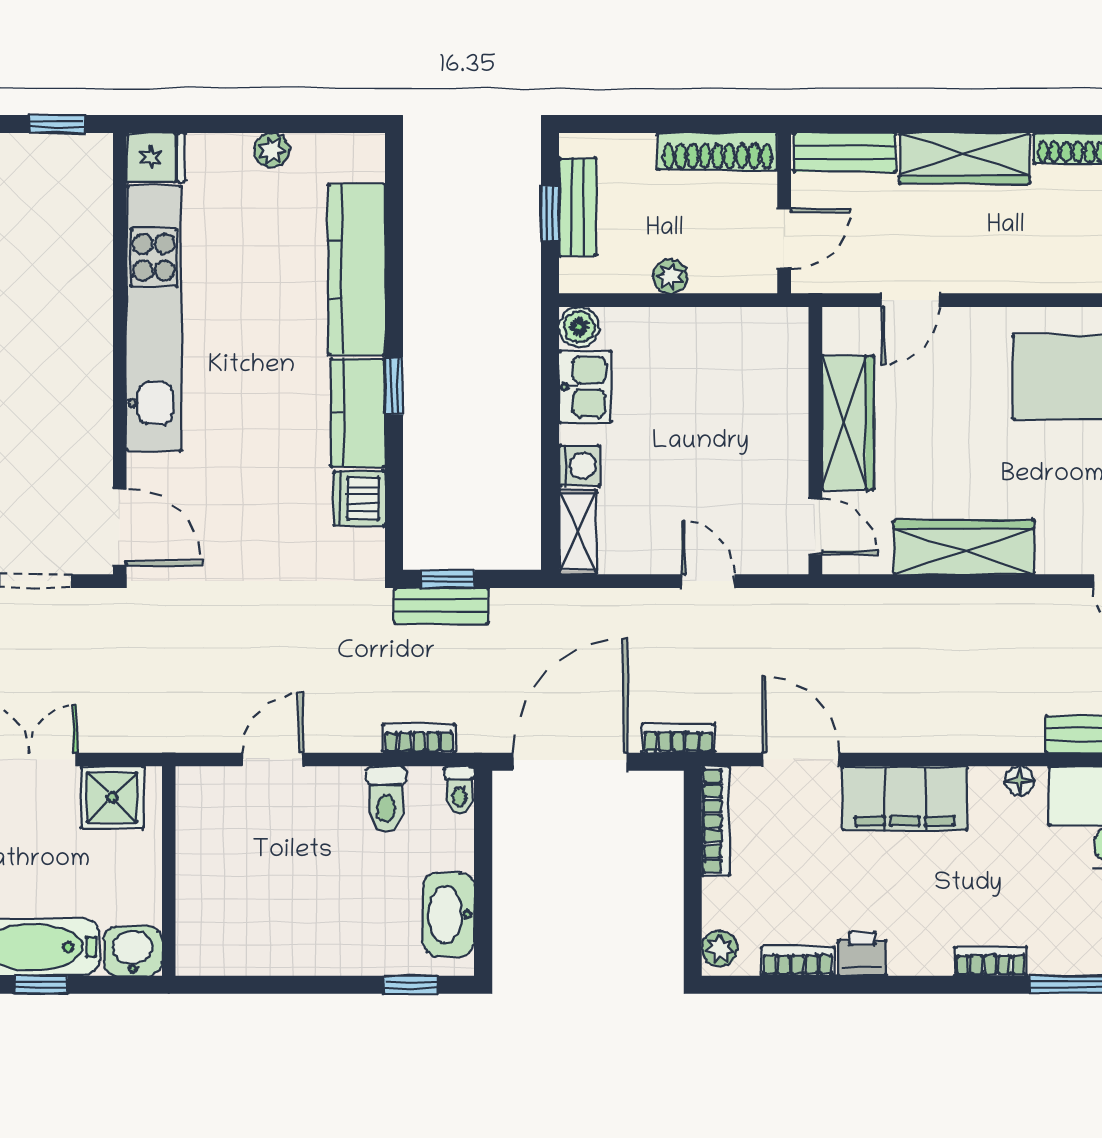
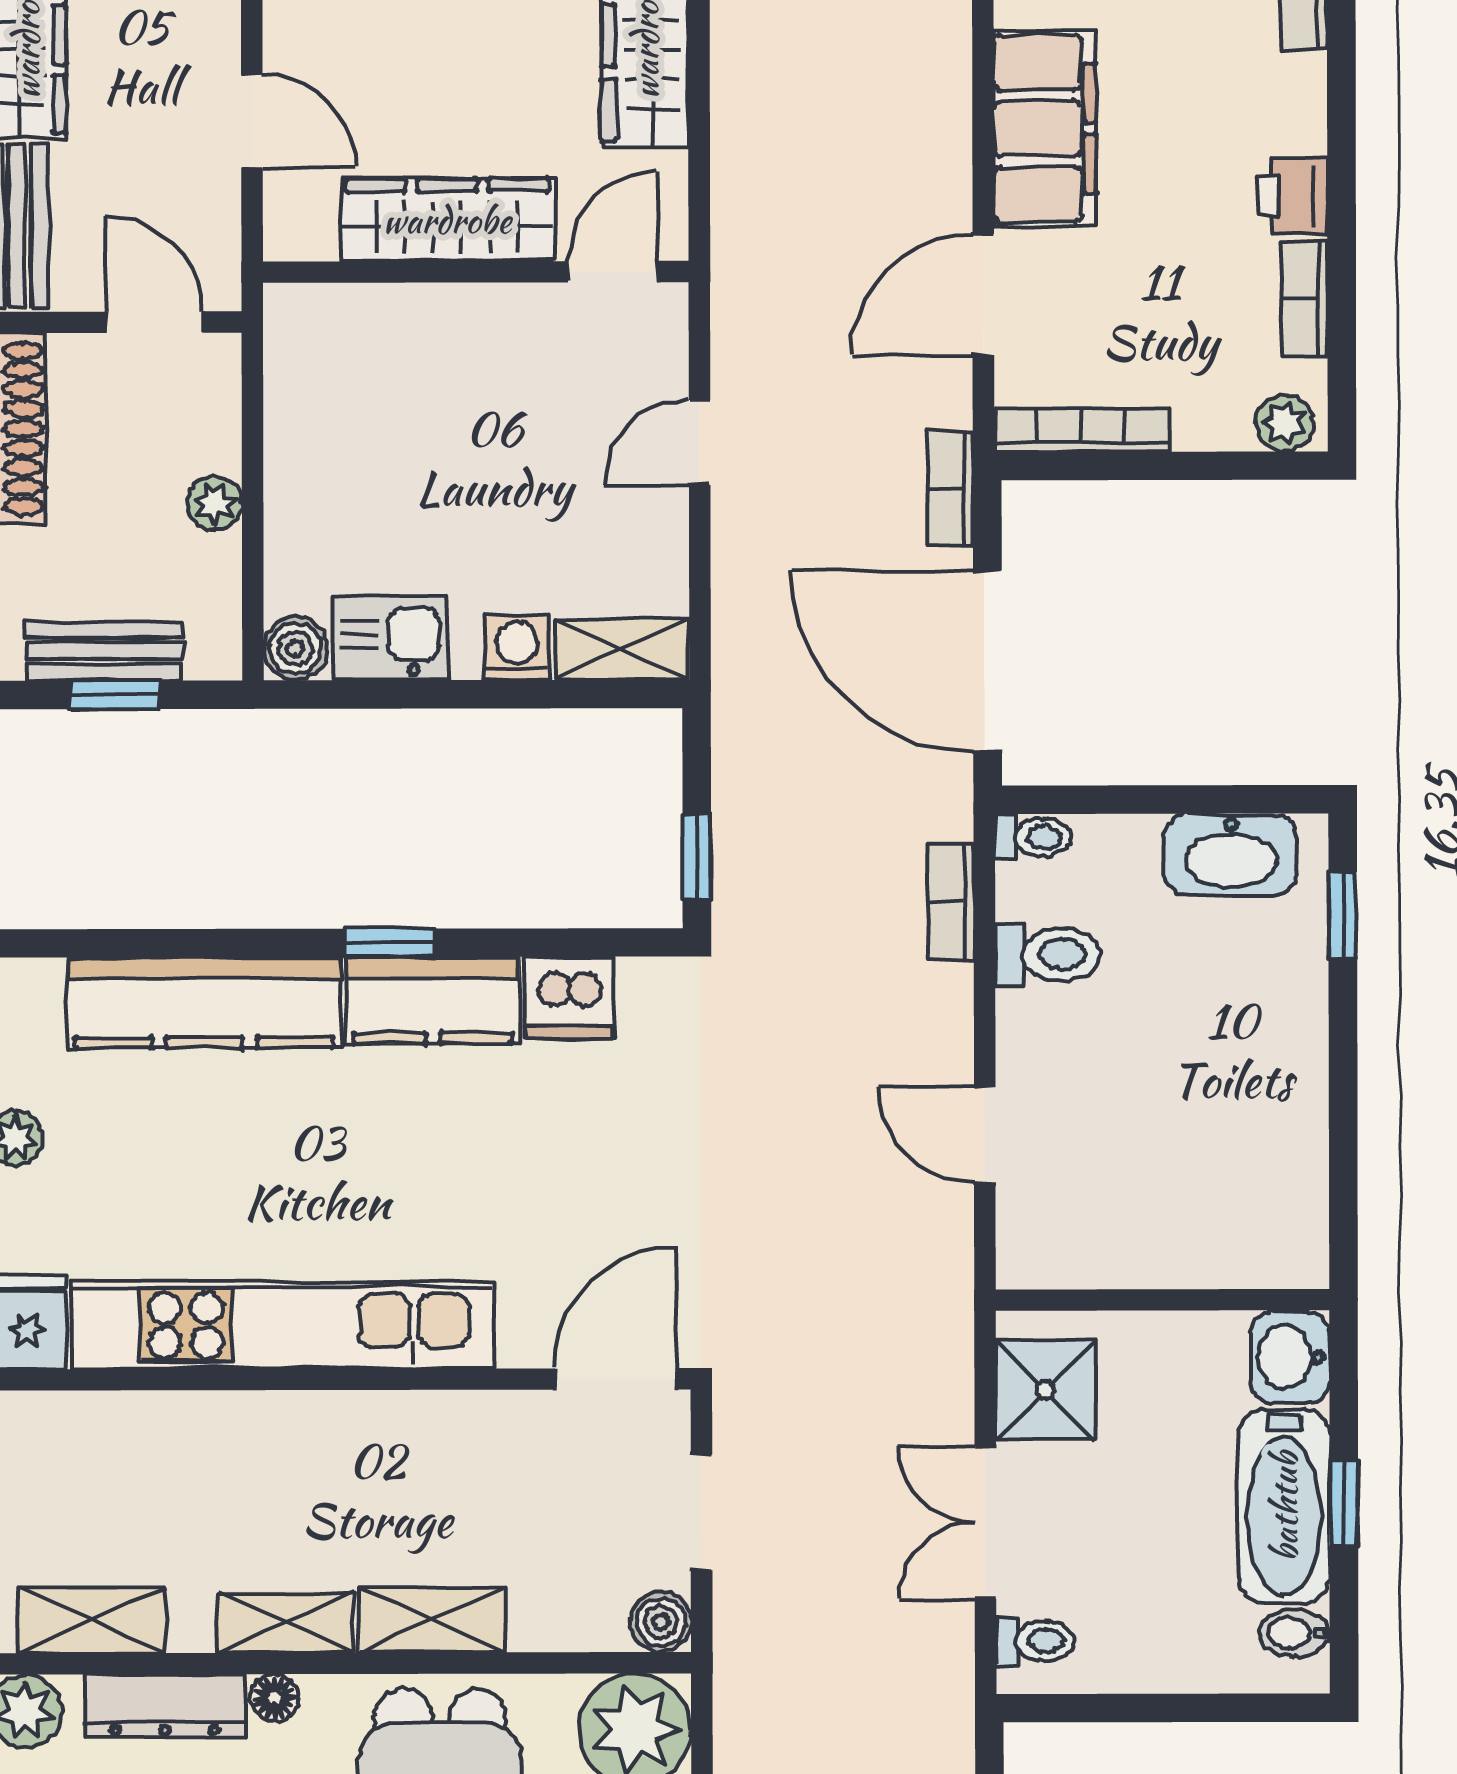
bench: (441, 606) -> (740, 867), removed

